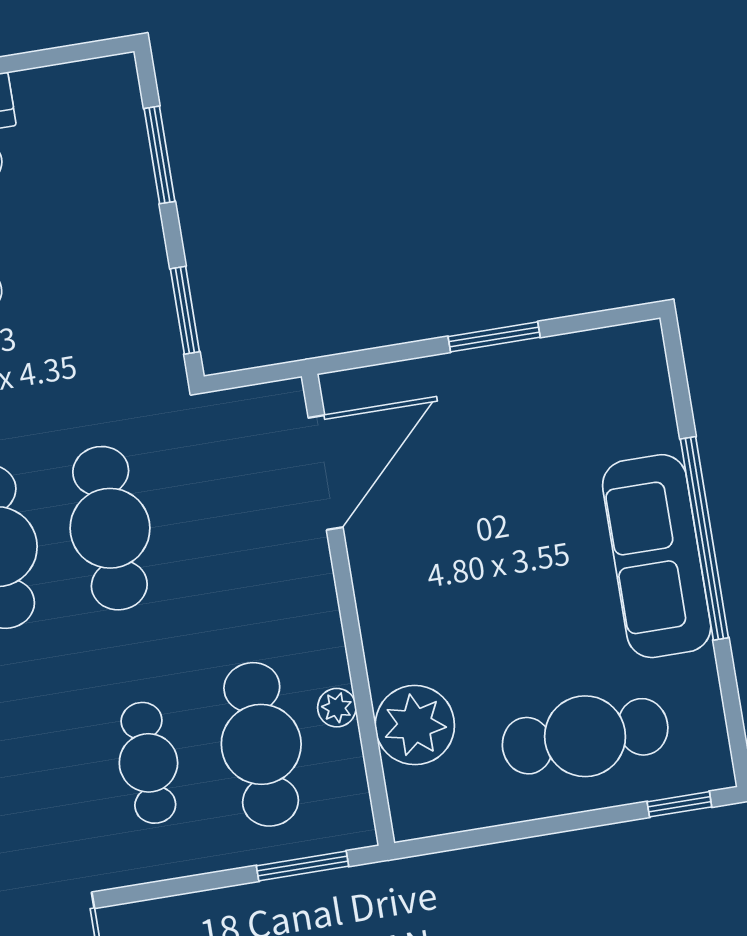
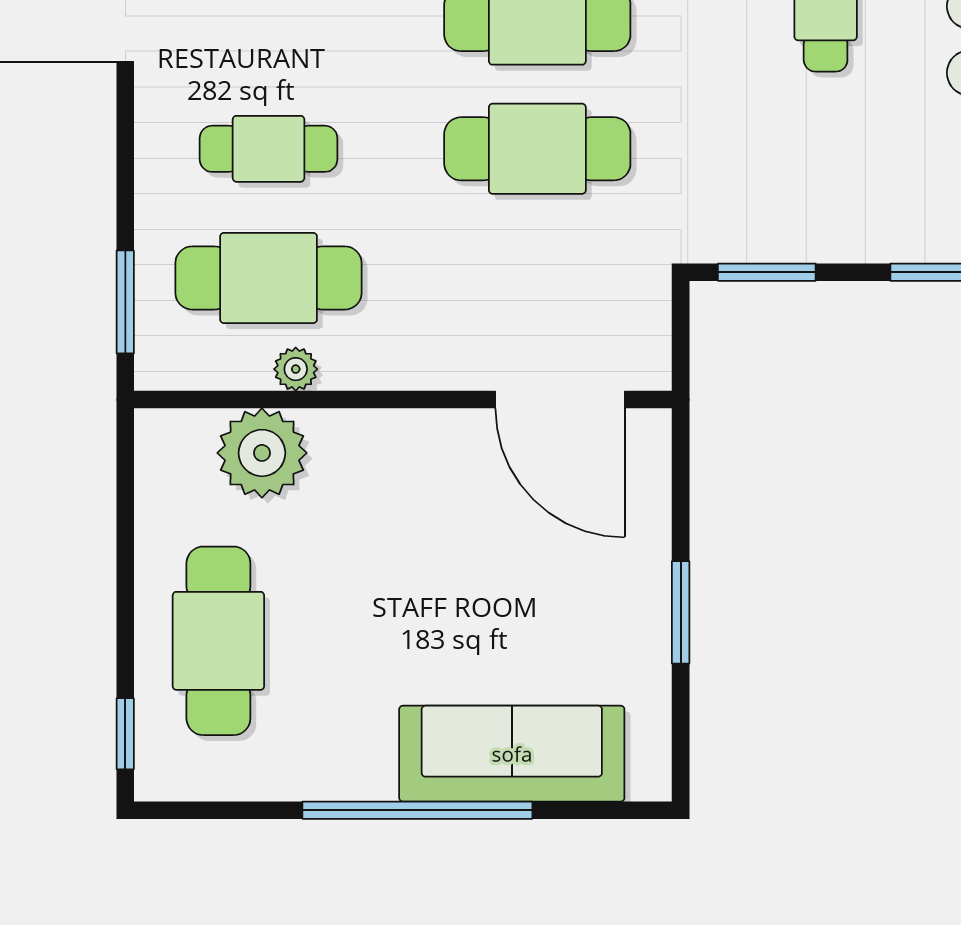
sofa: (657, 556) -> (512, 754), moved

